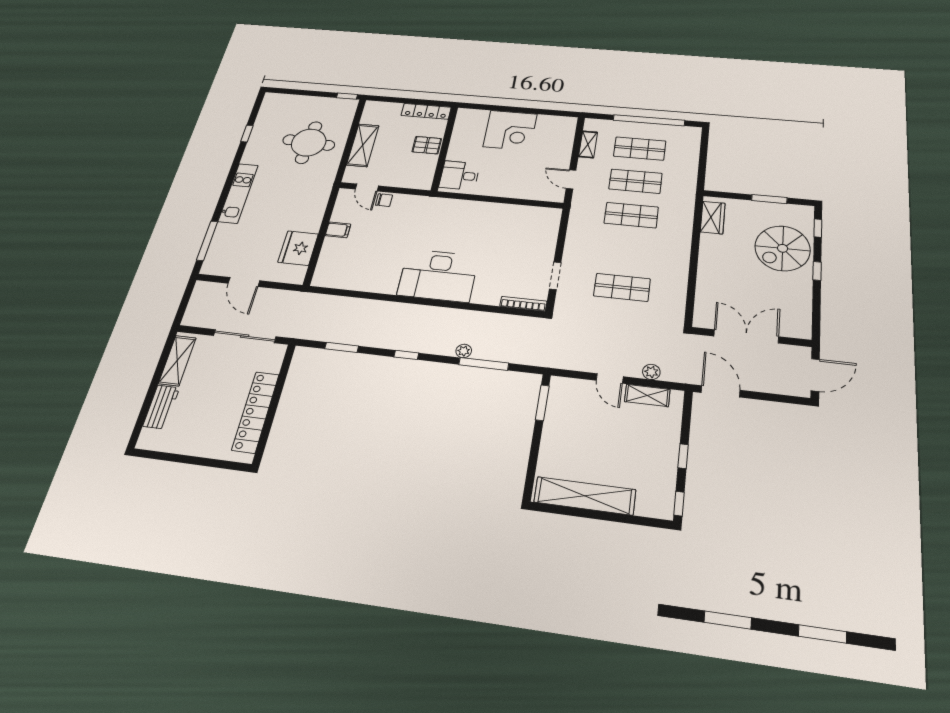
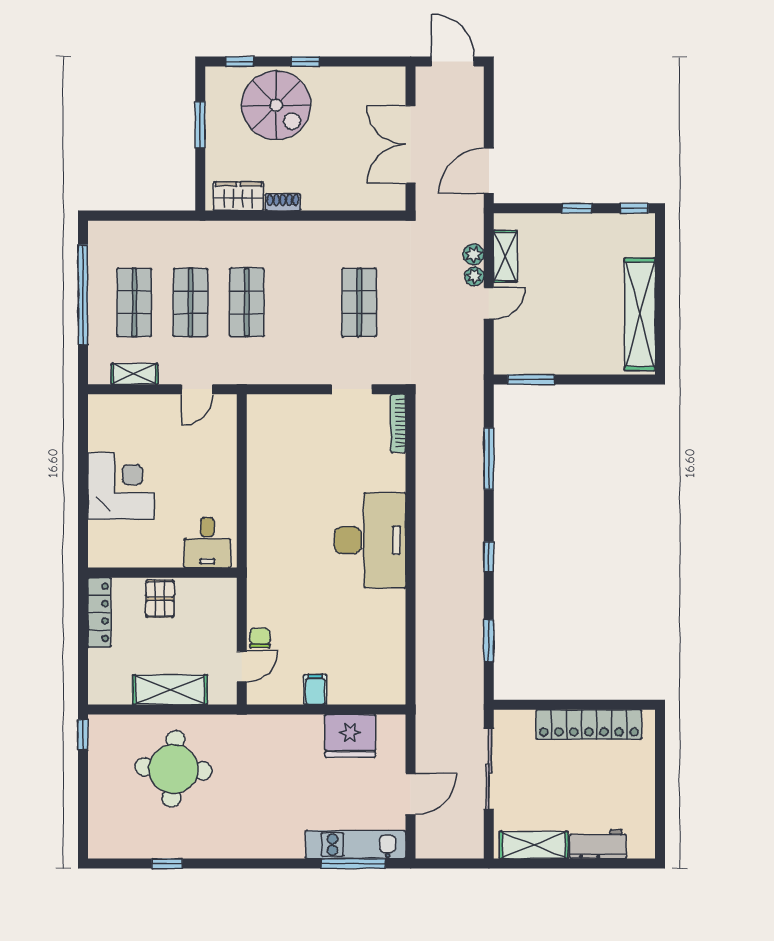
kitchen unit: (238, 193) -> (356, 845), moved
shoe rack: (706, 245) -> (283, 202), added
plant: (464, 351) -> (474, 276), moved

